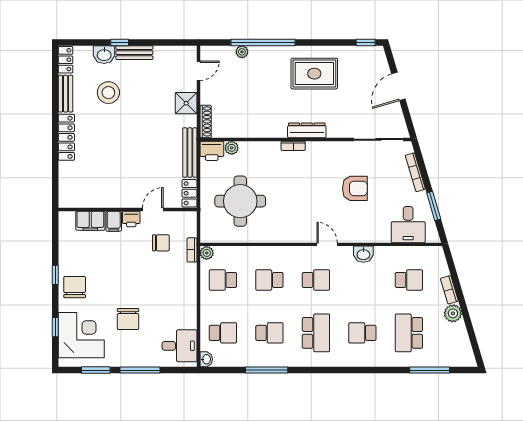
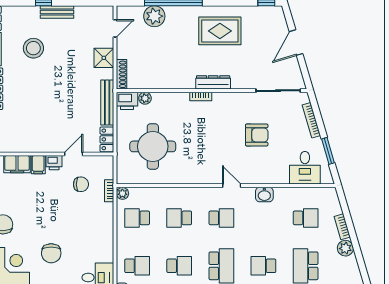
plant: (242, 52) -> (154, 16), width x1.88, depth x1.88
washbasin: (104, 55) -> (29, 14), removed

